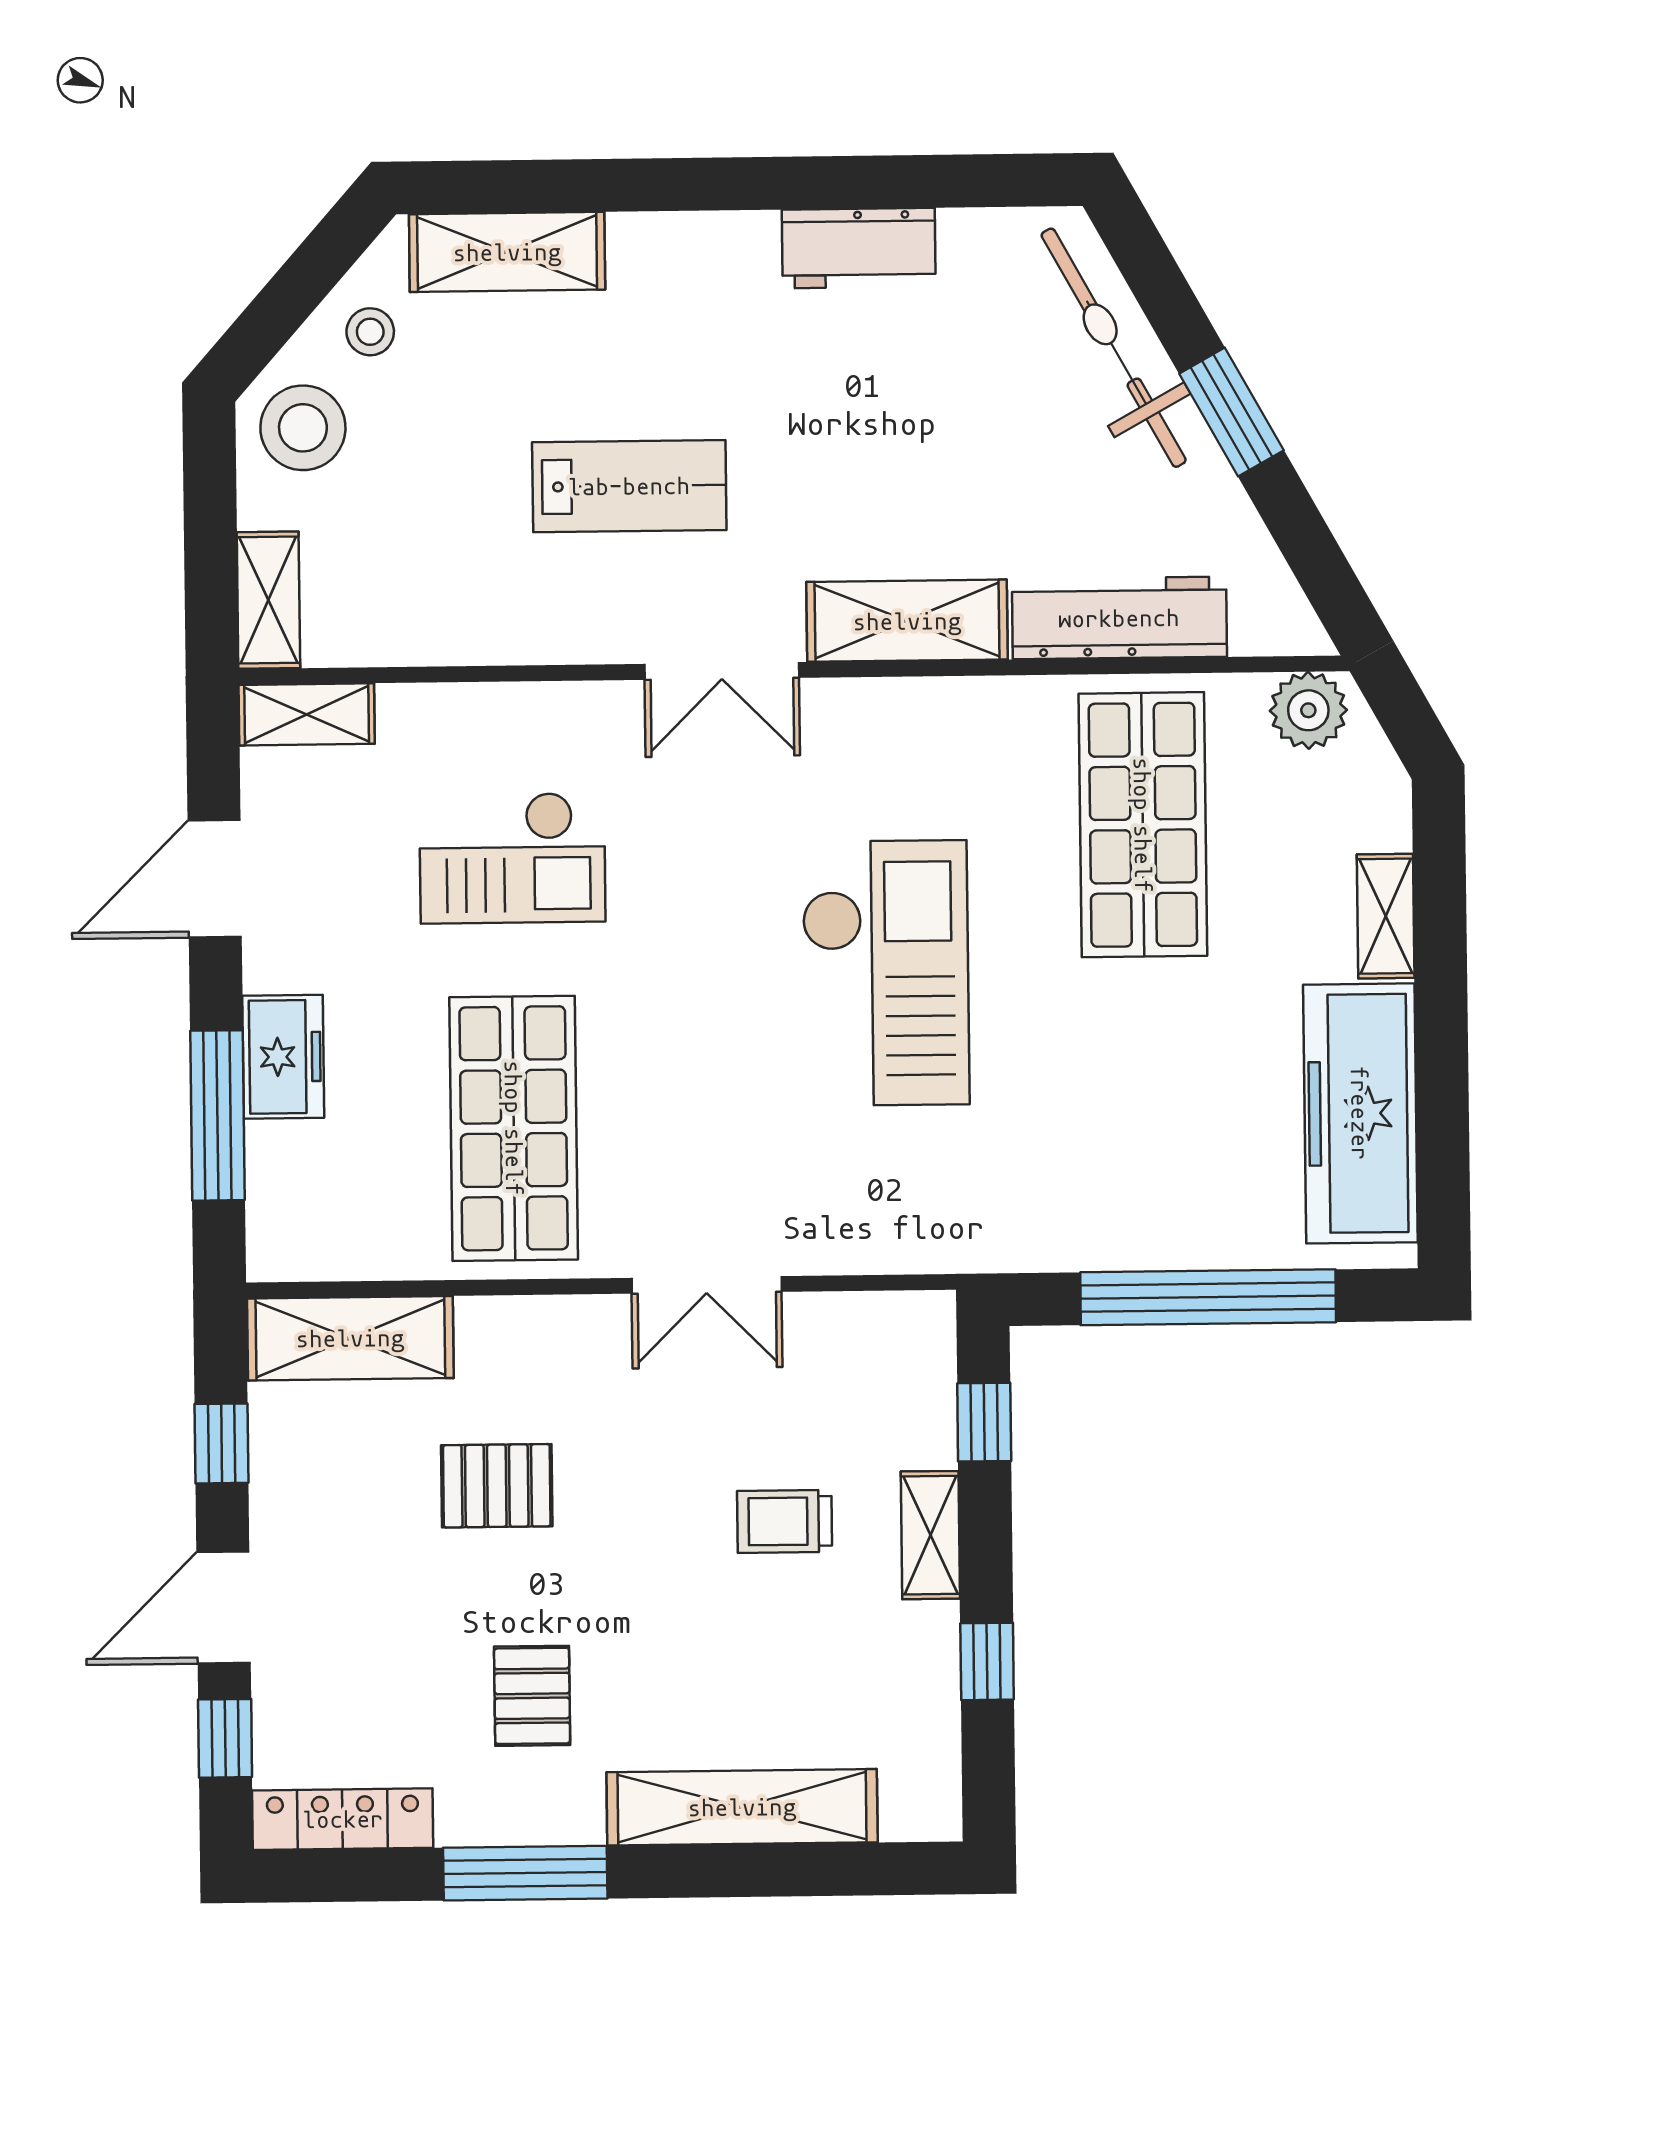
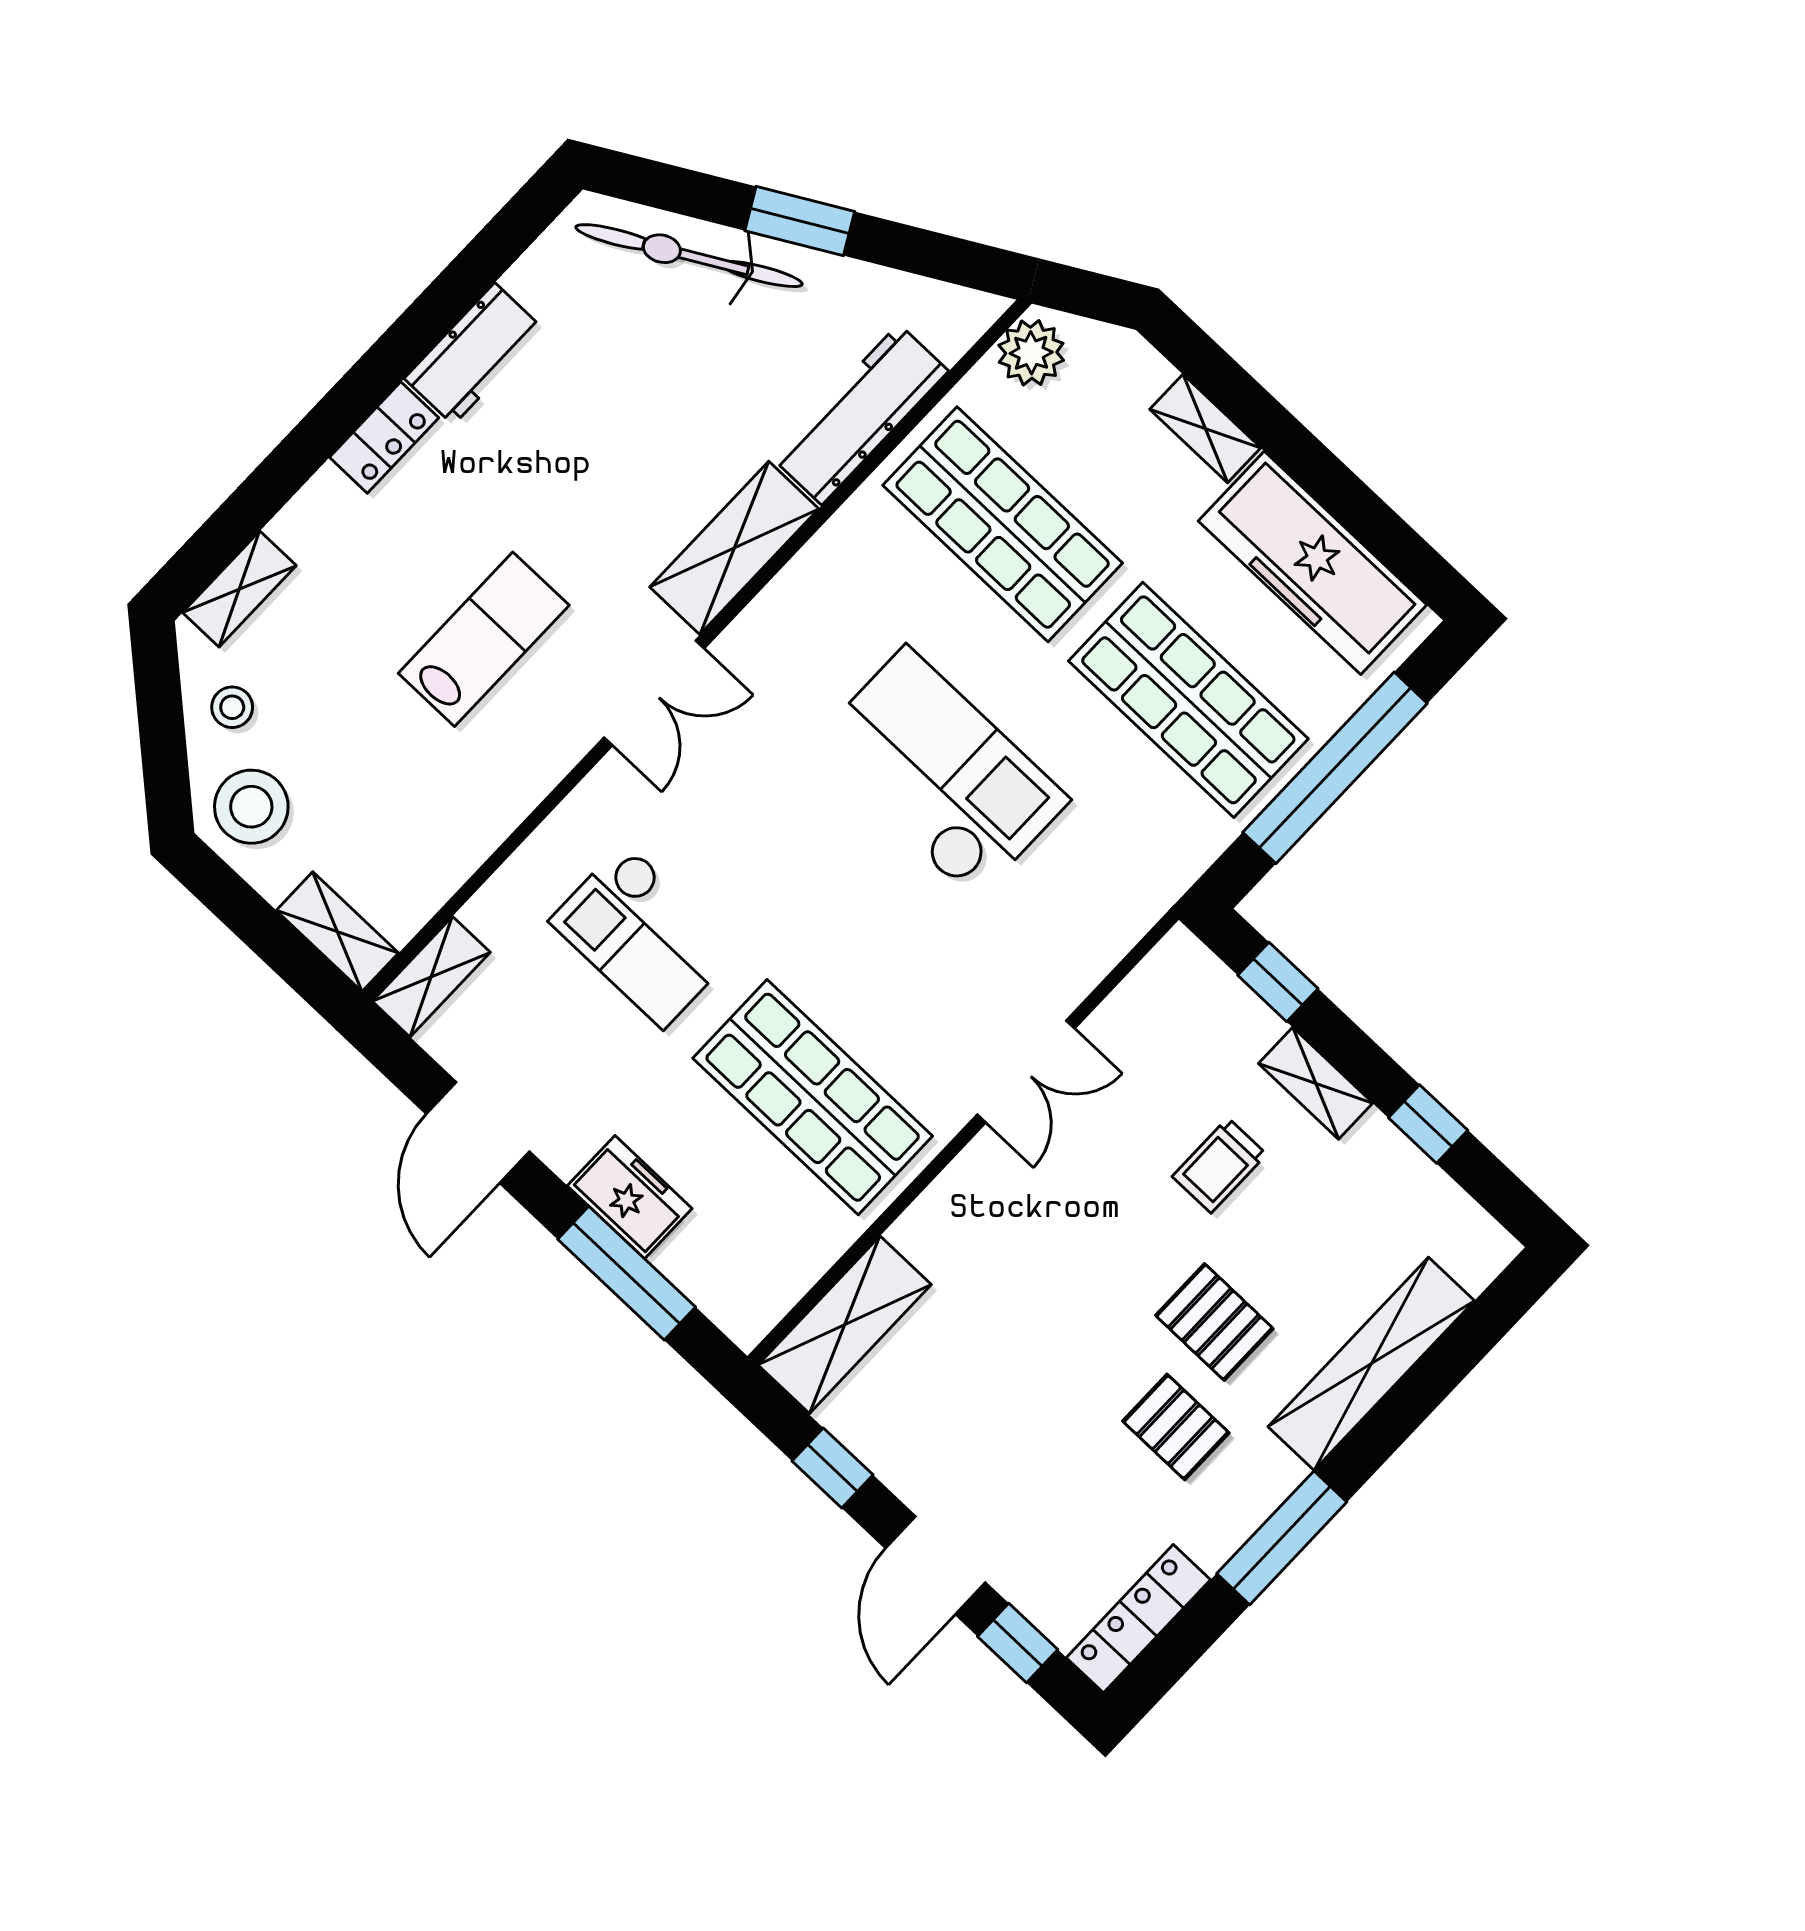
locker: (717, 241) -> (384, 437), added
shelving: (507, 252) -> (239, 589), width x0.67, depth x0.75
checkout: (512, 858) -> (644, 935), turned 90
shop shelf: (1146, 1121) -> (1188, 700), added
pallet: (497, 1486) -> (1214, 1322), moved, turned 90

